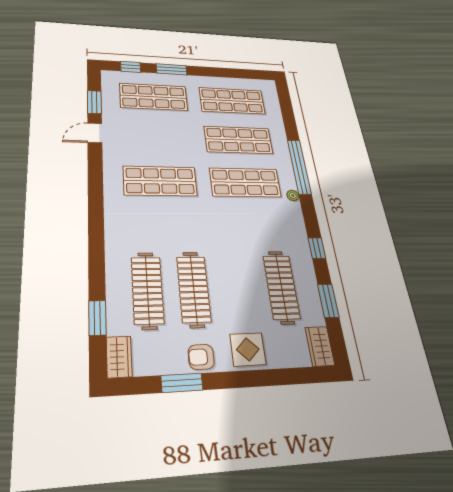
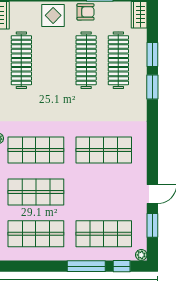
window: (172, 69) -> (86, 266), width x1.44
plant: (108, 75) -> (141, 255), added
window: (97, 256) -> (152, 87), added
window: (97, 318) -> (152, 55), moved

